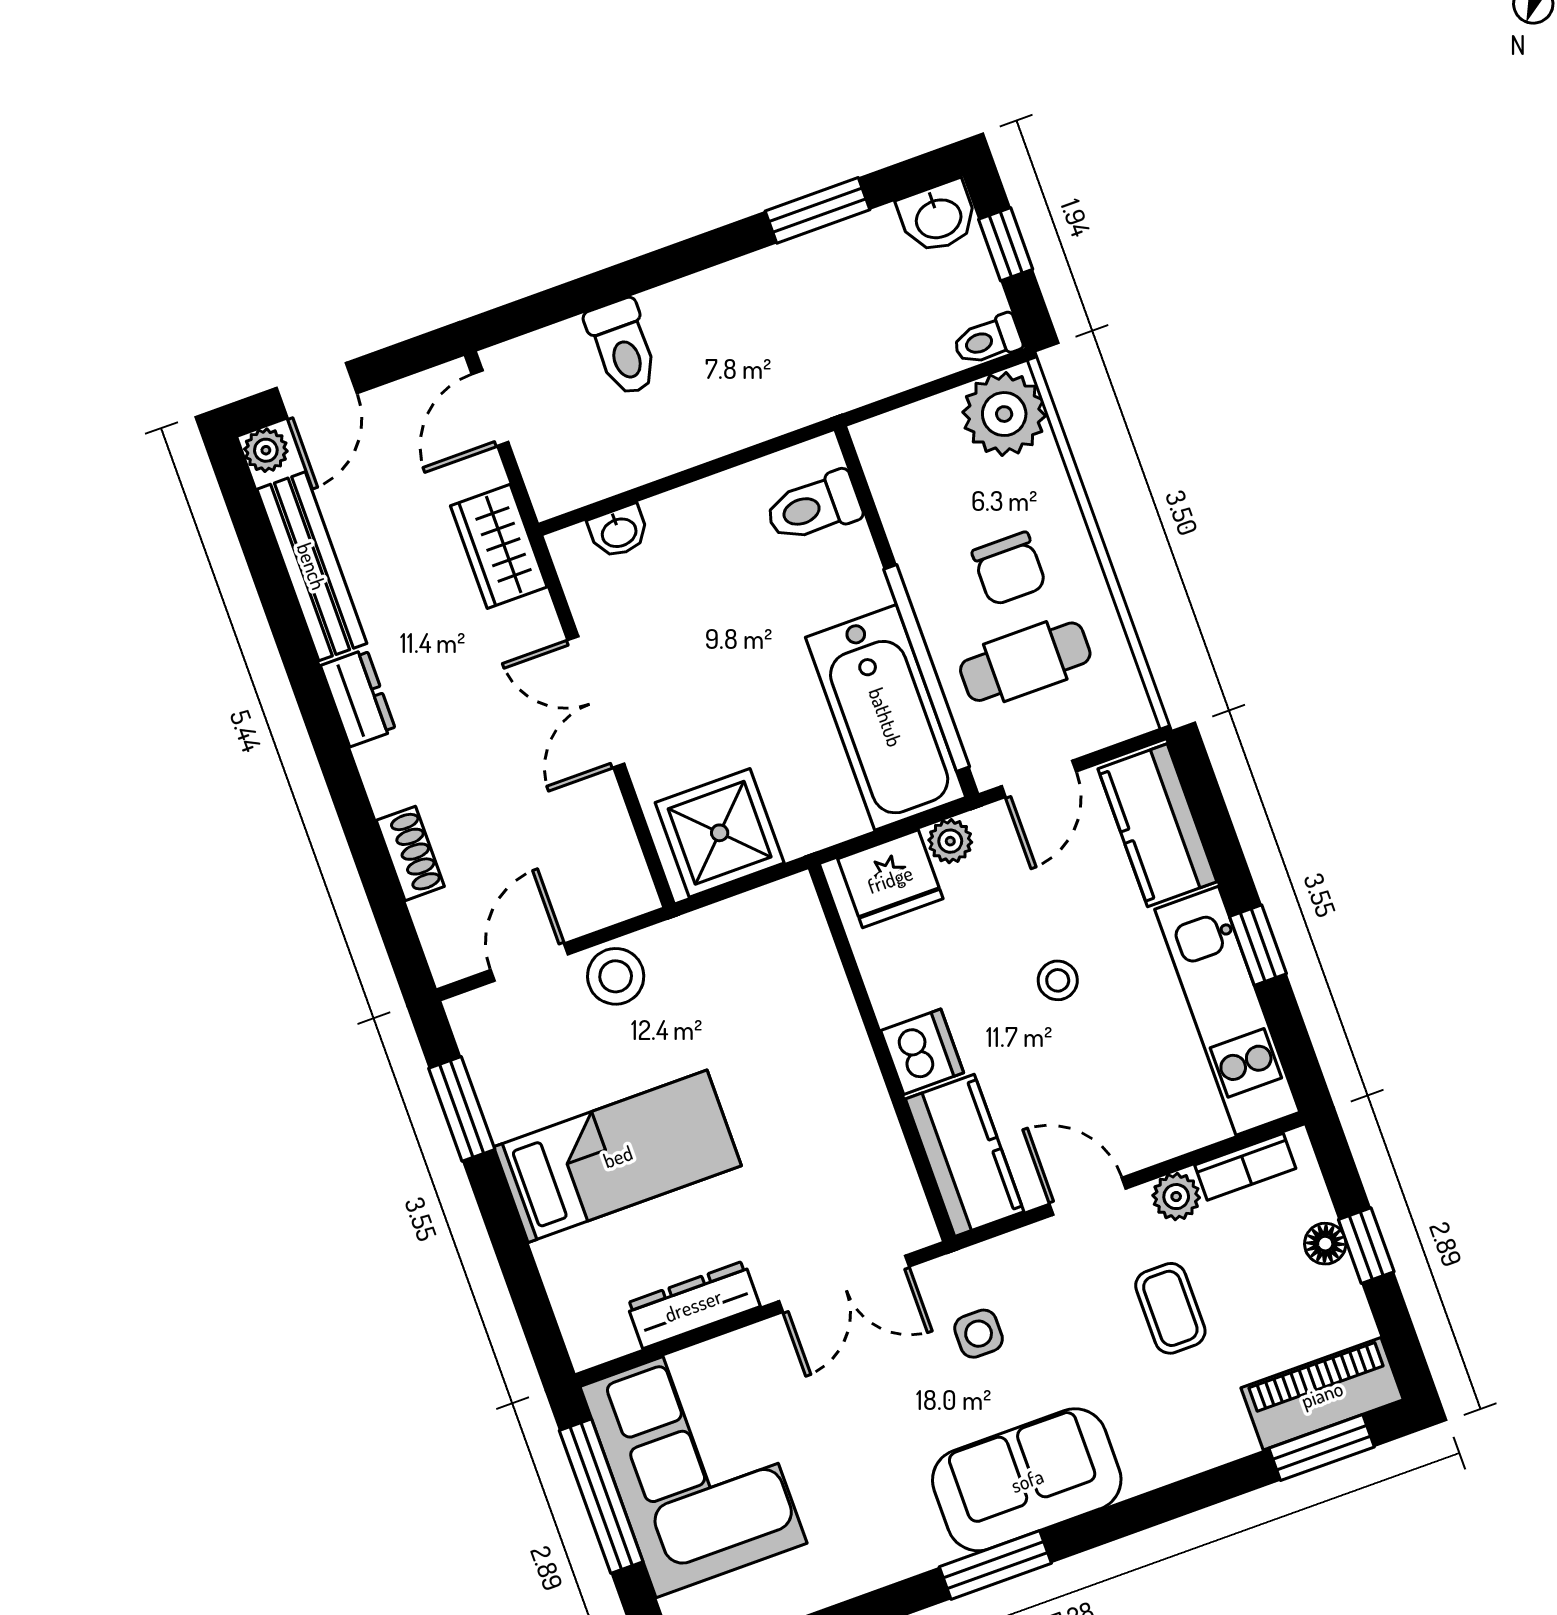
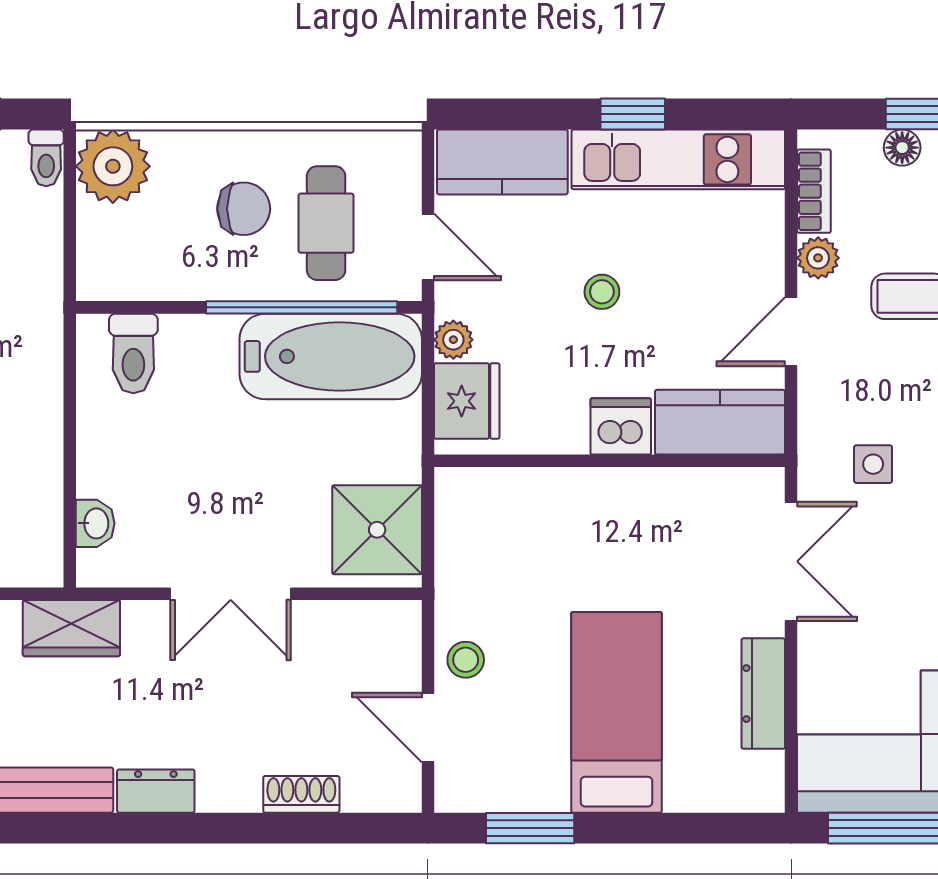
stool: (616, 976) -> (466, 660), width x0.73, depth x0.73

